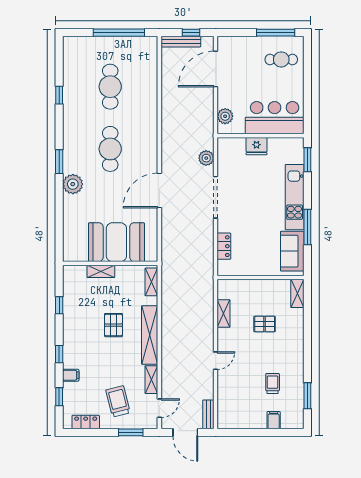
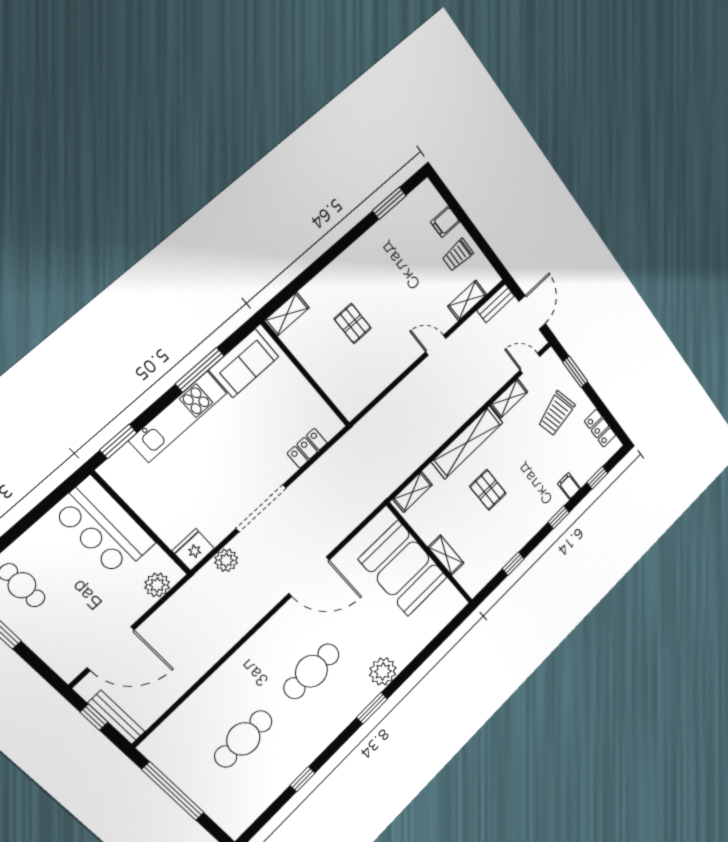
fridge: (257, 146) -> (193, 550), moved, turned -90
shelving: (224, 314) -> (467, 300), moved
pallet: (113, 325) -> (488, 490), turned 90
trolley: (273, 384) -> (458, 255), moved

